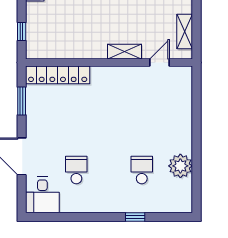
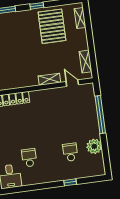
door: (159, 63) -> (72, 83), hinge flipped
window: (196, 117) -> (100, 114), added

